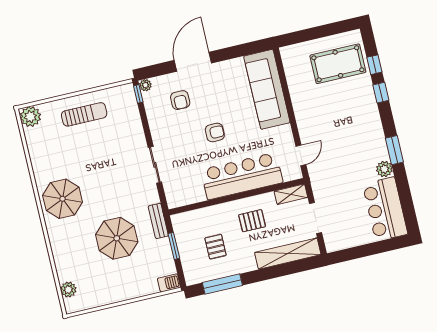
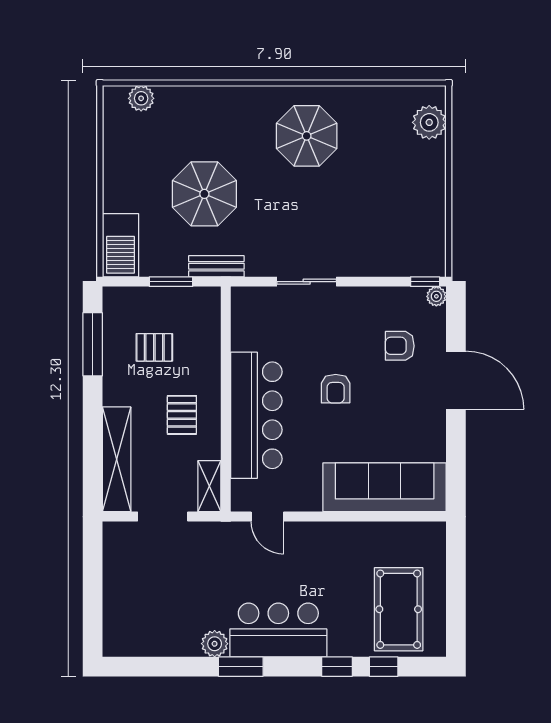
sun lounger: (84, 114) -> (413, 188), removed
plant: (30, 117) -> (429, 122), moved
parasol: (63, 199) -> (307, 136), moved
bar counter: (385, 209) -> (278, 630), moved
barbecue: (169, 283) -> (121, 245), width x1.88, depth x1.53

